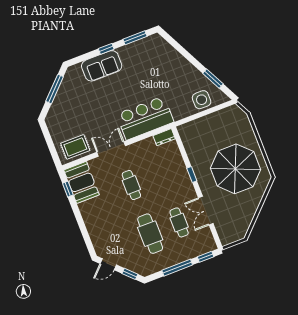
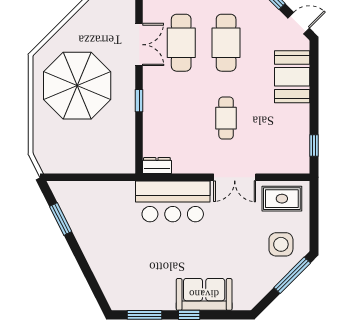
window: (55, 89) -> (292, 275), moved
side table: (202, 100) -> (281, 244), moved
booth: (81, 182) -> (292, 77), moved
cafe table: (179, 222) -> (181, 43), width x1.37, depth x1.35

